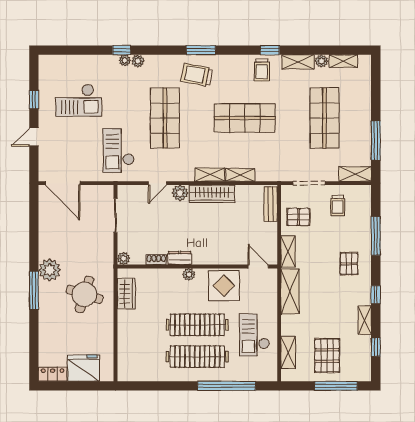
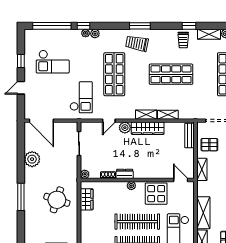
window: (77, 50) -> (52, 26), added
checkout: (119, 150) -> (81, 97), turned 180
plant: (50, 270) -> (32, 159), moved
shelving: (290, 291) -> (203, 213), moved

